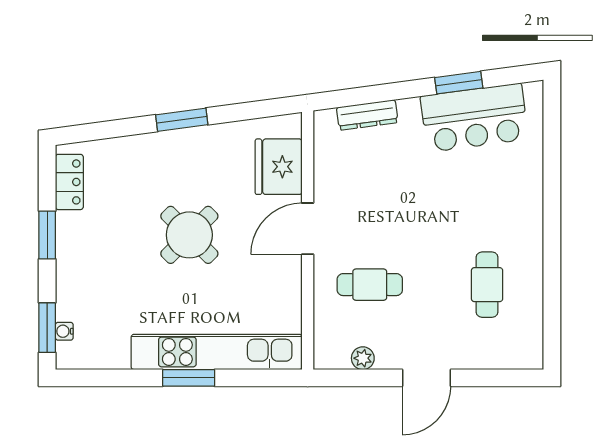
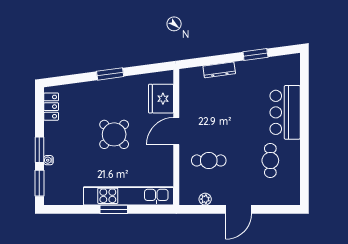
dresser: (367, 115) -> (219, 70), moved
bar counter: (474, 118) -> (285, 112), moved, turned 98
window: (47, 235) -> (39, 150), moved
water cooler: (64, 331) -> (48, 160), moved

